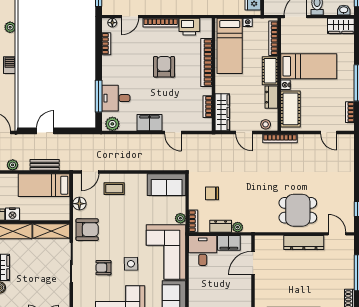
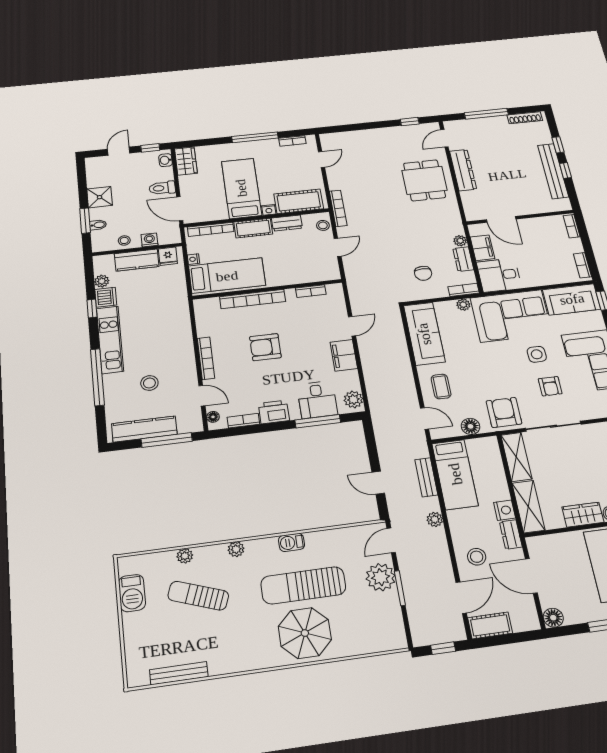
printer: (189, 27) -> (274, 412), moved, turned -90
wardrobe: (222, 112) -> (316, 274), removed
sofa: (167, 185) -> (424, 334), width x1.36

